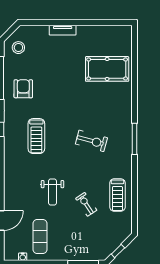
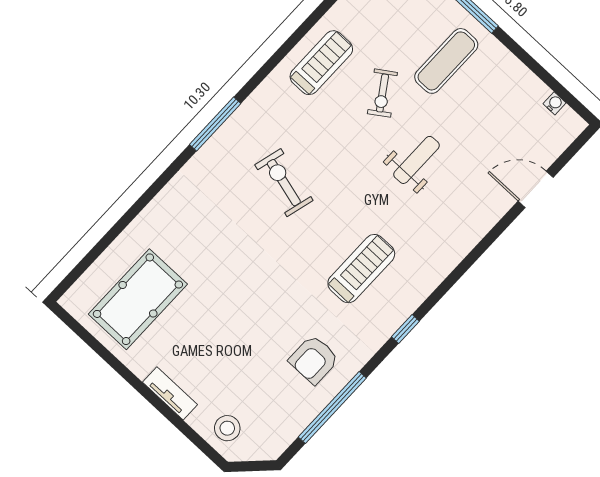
stool: (18, 48) -> (227, 428), moved
pool table: (107, 69) -> (138, 299), moved, turned 90
exercise mat: (40, 236) -> (446, 61), moved

